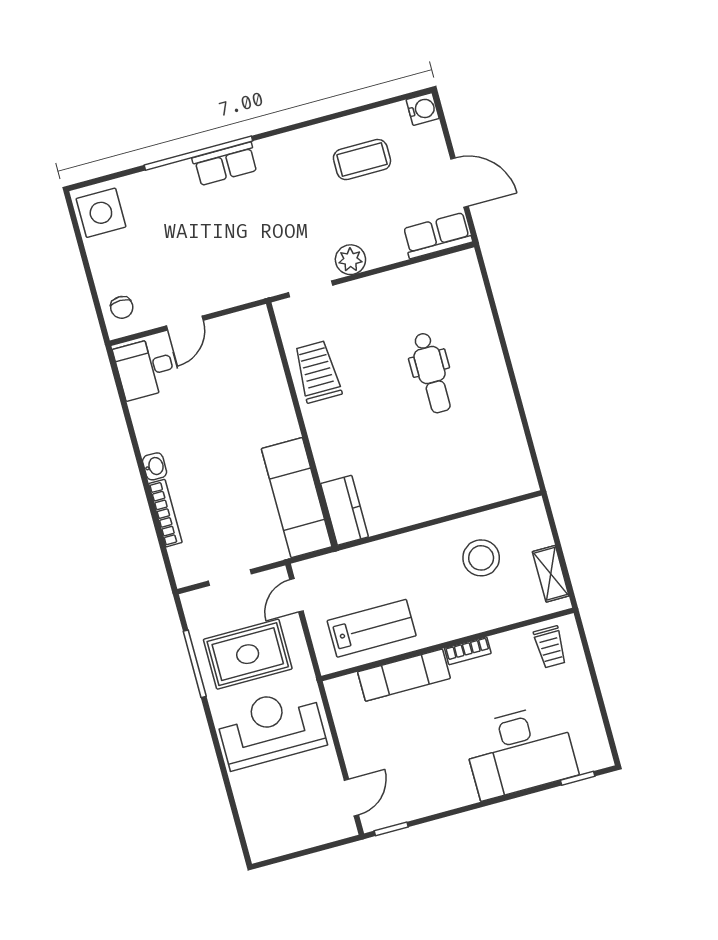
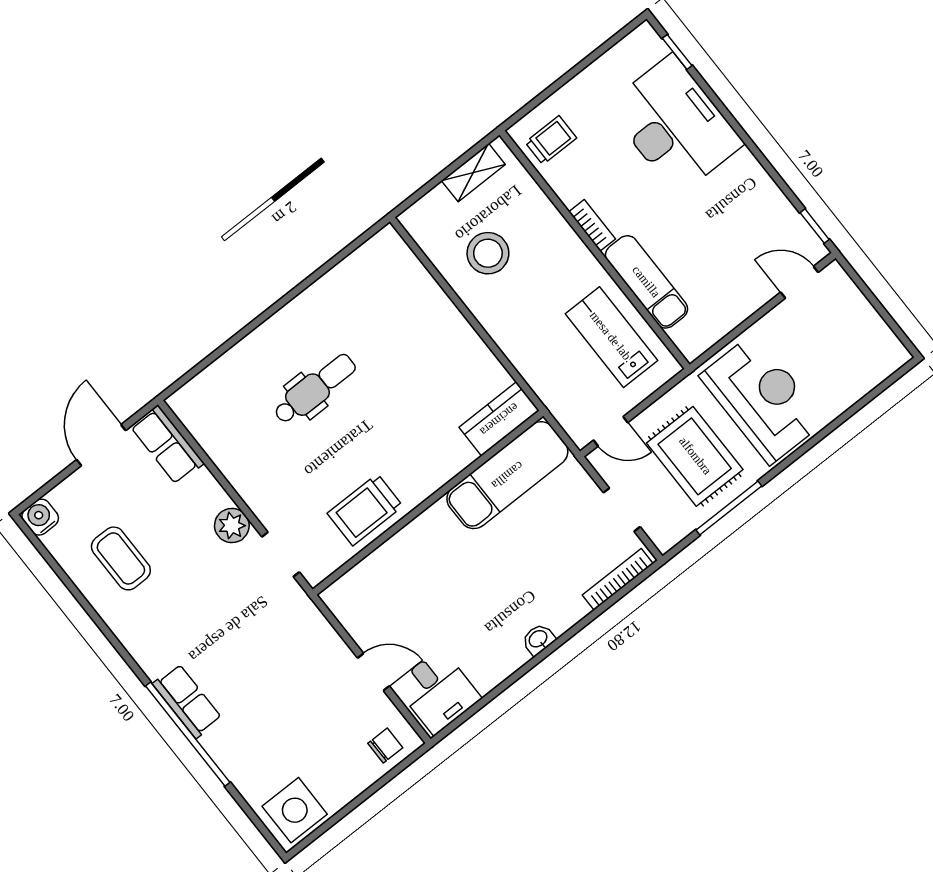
bookcase: (165, 513) -> (618, 579), moved
reception desk: (271, 728) -> (762, 399), turned 180

